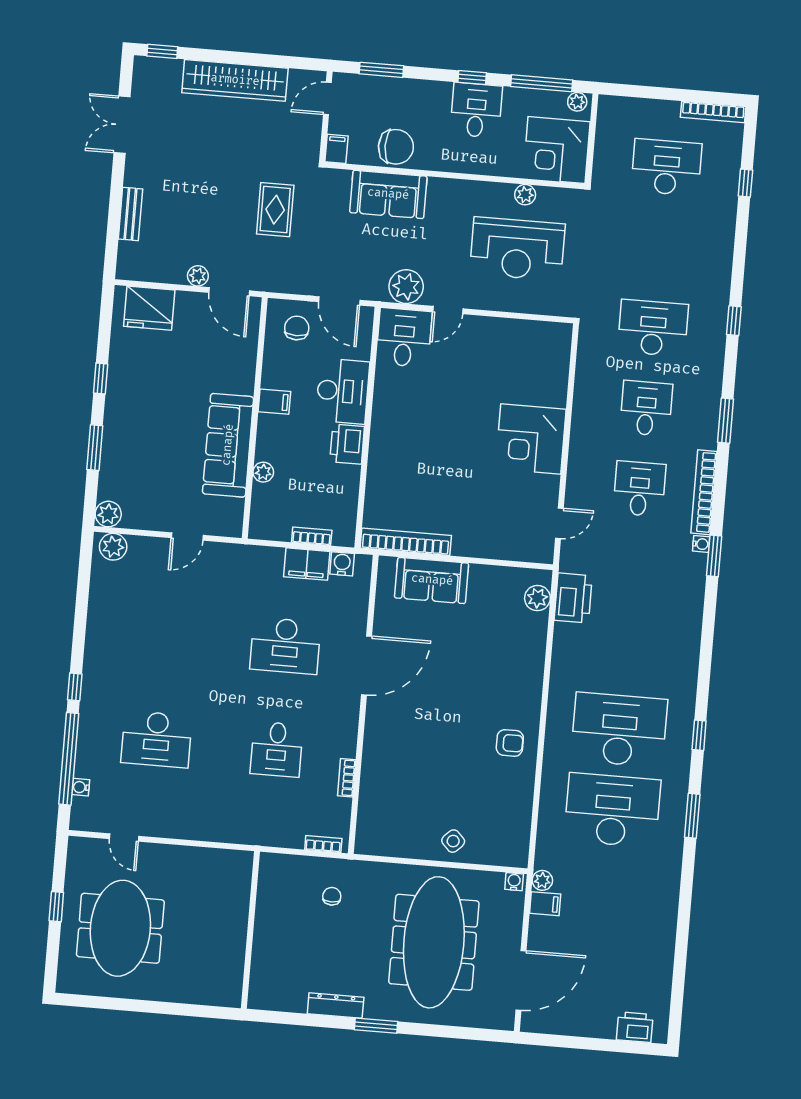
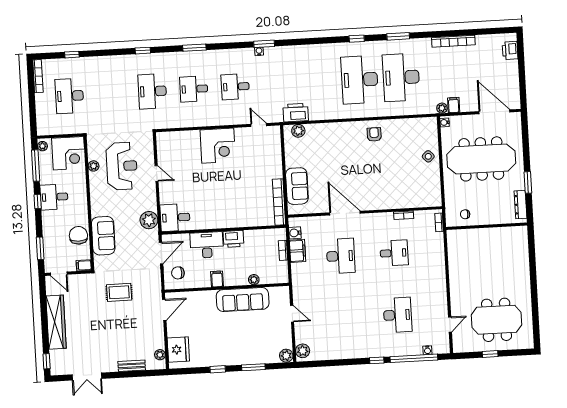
plant: (198, 276) -> (160, 355), moved
door: (448, 310) -> (157, 174), moved
bookcase: (704, 492) -> (453, 41), moved
wall: (250, 930) -> (487, 226), moved

